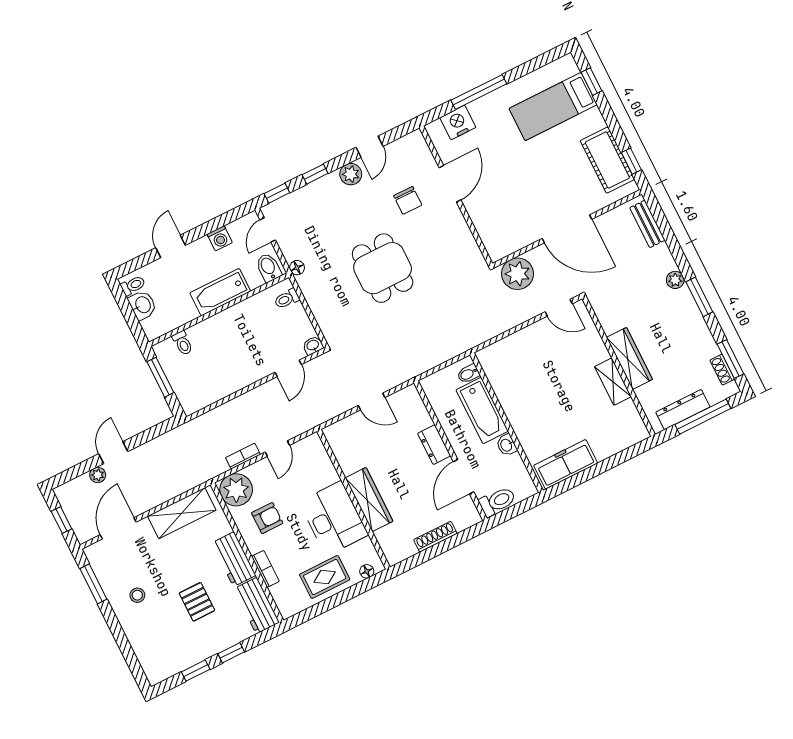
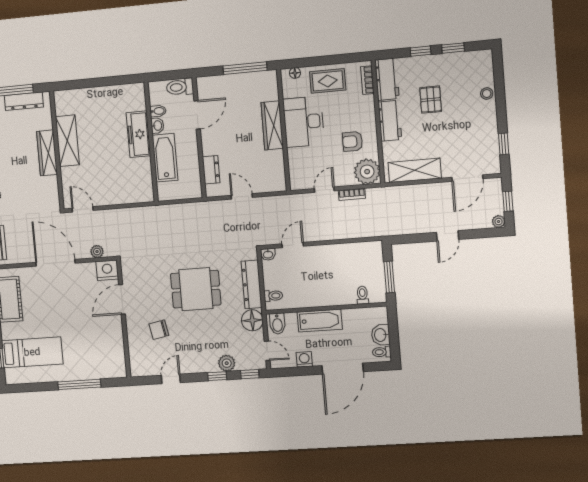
nightstand: (458, 122) -> (107, 270), moved, turned 180
plant: (351, 174) -> (227, 363), moved
door: (450, 184) -> (122, 299), moved
chair: (408, 200) -> (159, 330), turned -101
door: (268, 230) -> (267, 351), hinge flipped
door: (170, 246) -> (343, 369), width x1.87
floor lamp: (297, 268) -> (252, 320), width x1.89, depth x1.89
dining table: (383, 268) -> (196, 289), turned 90
plant: (517, 274) -> (97, 252), width x0.53, depth x0.53
dresser: (318, 301) -> (252, 284), added
bidet: (468, 374) -> (158, 111), moved
shelving: (613, 382) -> (67, 141), width x1.50, depth x1.33
dresser: (434, 445) -> (211, 170), moved
freezer: (566, 464) -> (138, 134), moved, turned 90
plant: (98, 475) -> (499, 222), moved
shoe rack: (435, 537) -> (235, 79), removed
window: (428, 554) -> (245, 68), added
bookcase: (265, 569) -> (367, 80), moved
window: (93, 584) -> (504, 144), width x0.67
stool: (137, 595) -> (487, 94), moved

